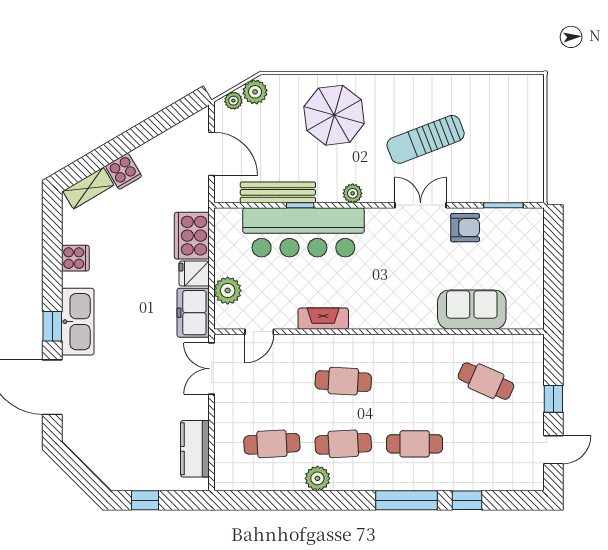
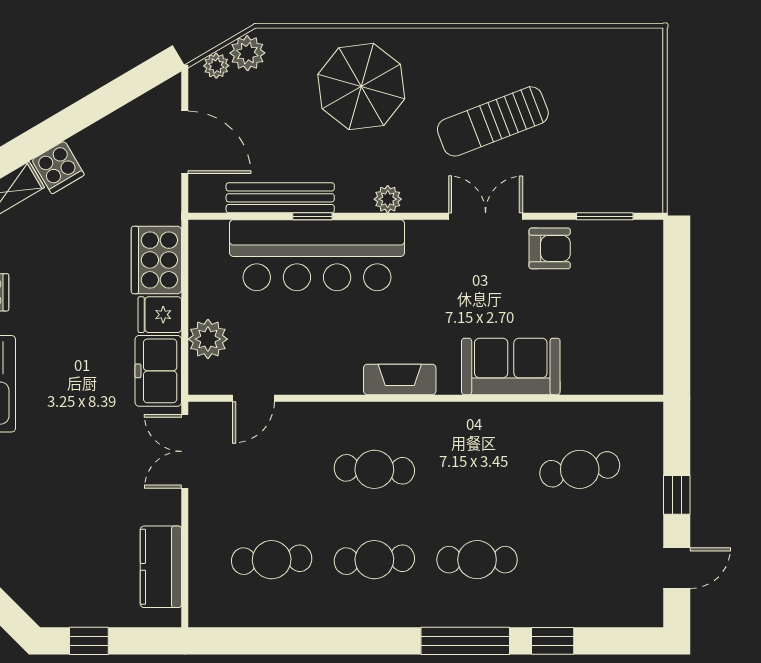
sofa: (472, 310) -> (511, 366), moved
fireplace: (323, 319) -> (400, 379), moved
cafe table: (486, 381) -> (580, 469), turned -33
plant: (317, 478) -> (337, 609), removed

